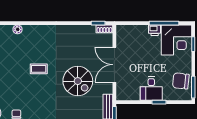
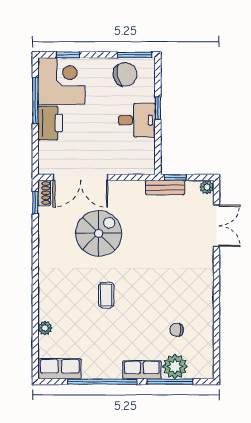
printer: (155, 30) -> (50, 123), width x1.87, depth x1.48
double door: (114, 65) -> (80, 177), moved
spiral stairs: (78, 81) -> (99, 233), moved
chair: (181, 81) -> (125, 74), turned -107

